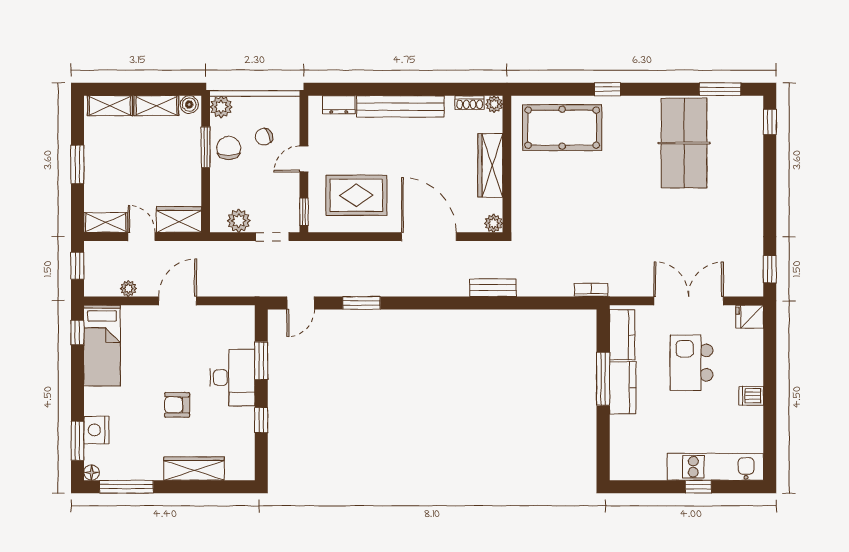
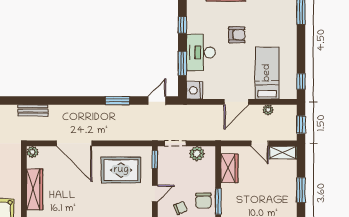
wardrobe: (179, 219) -> (229, 168), moved, turned -90
bed: (102, 345) -> (267, 73), moved
nightstand: (96, 430) -> (195, 90), moved, turned 180

